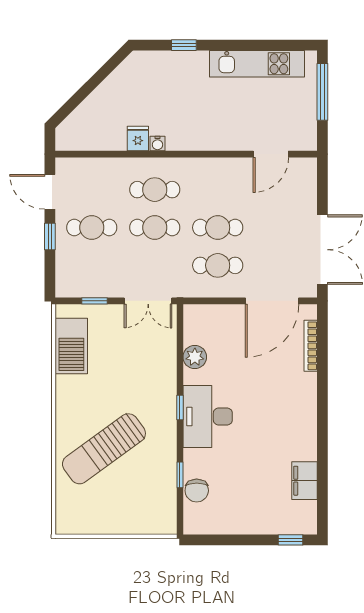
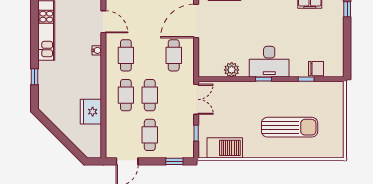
fridge: (138, 139) -> (91, 112), width x1.88, depth x1.34
water cooler: (157, 144) -> (97, 50), moved
cafe table: (218, 228) -> (126, 55), moved
window: (50, 237) -> (174, 161), moved
door: (272, 301) -> (196, 21), swing flipped
sun lounger: (104, 449) -> (290, 127), turned -54

